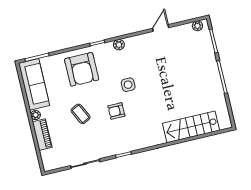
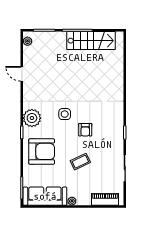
plant: (119, 45) -> (32, 118), width x1.88, depth x1.88
stairs: (191, 127) -> (91, 41), moved, turned -90
piano: (42, 135) -> (105, 199), moved

